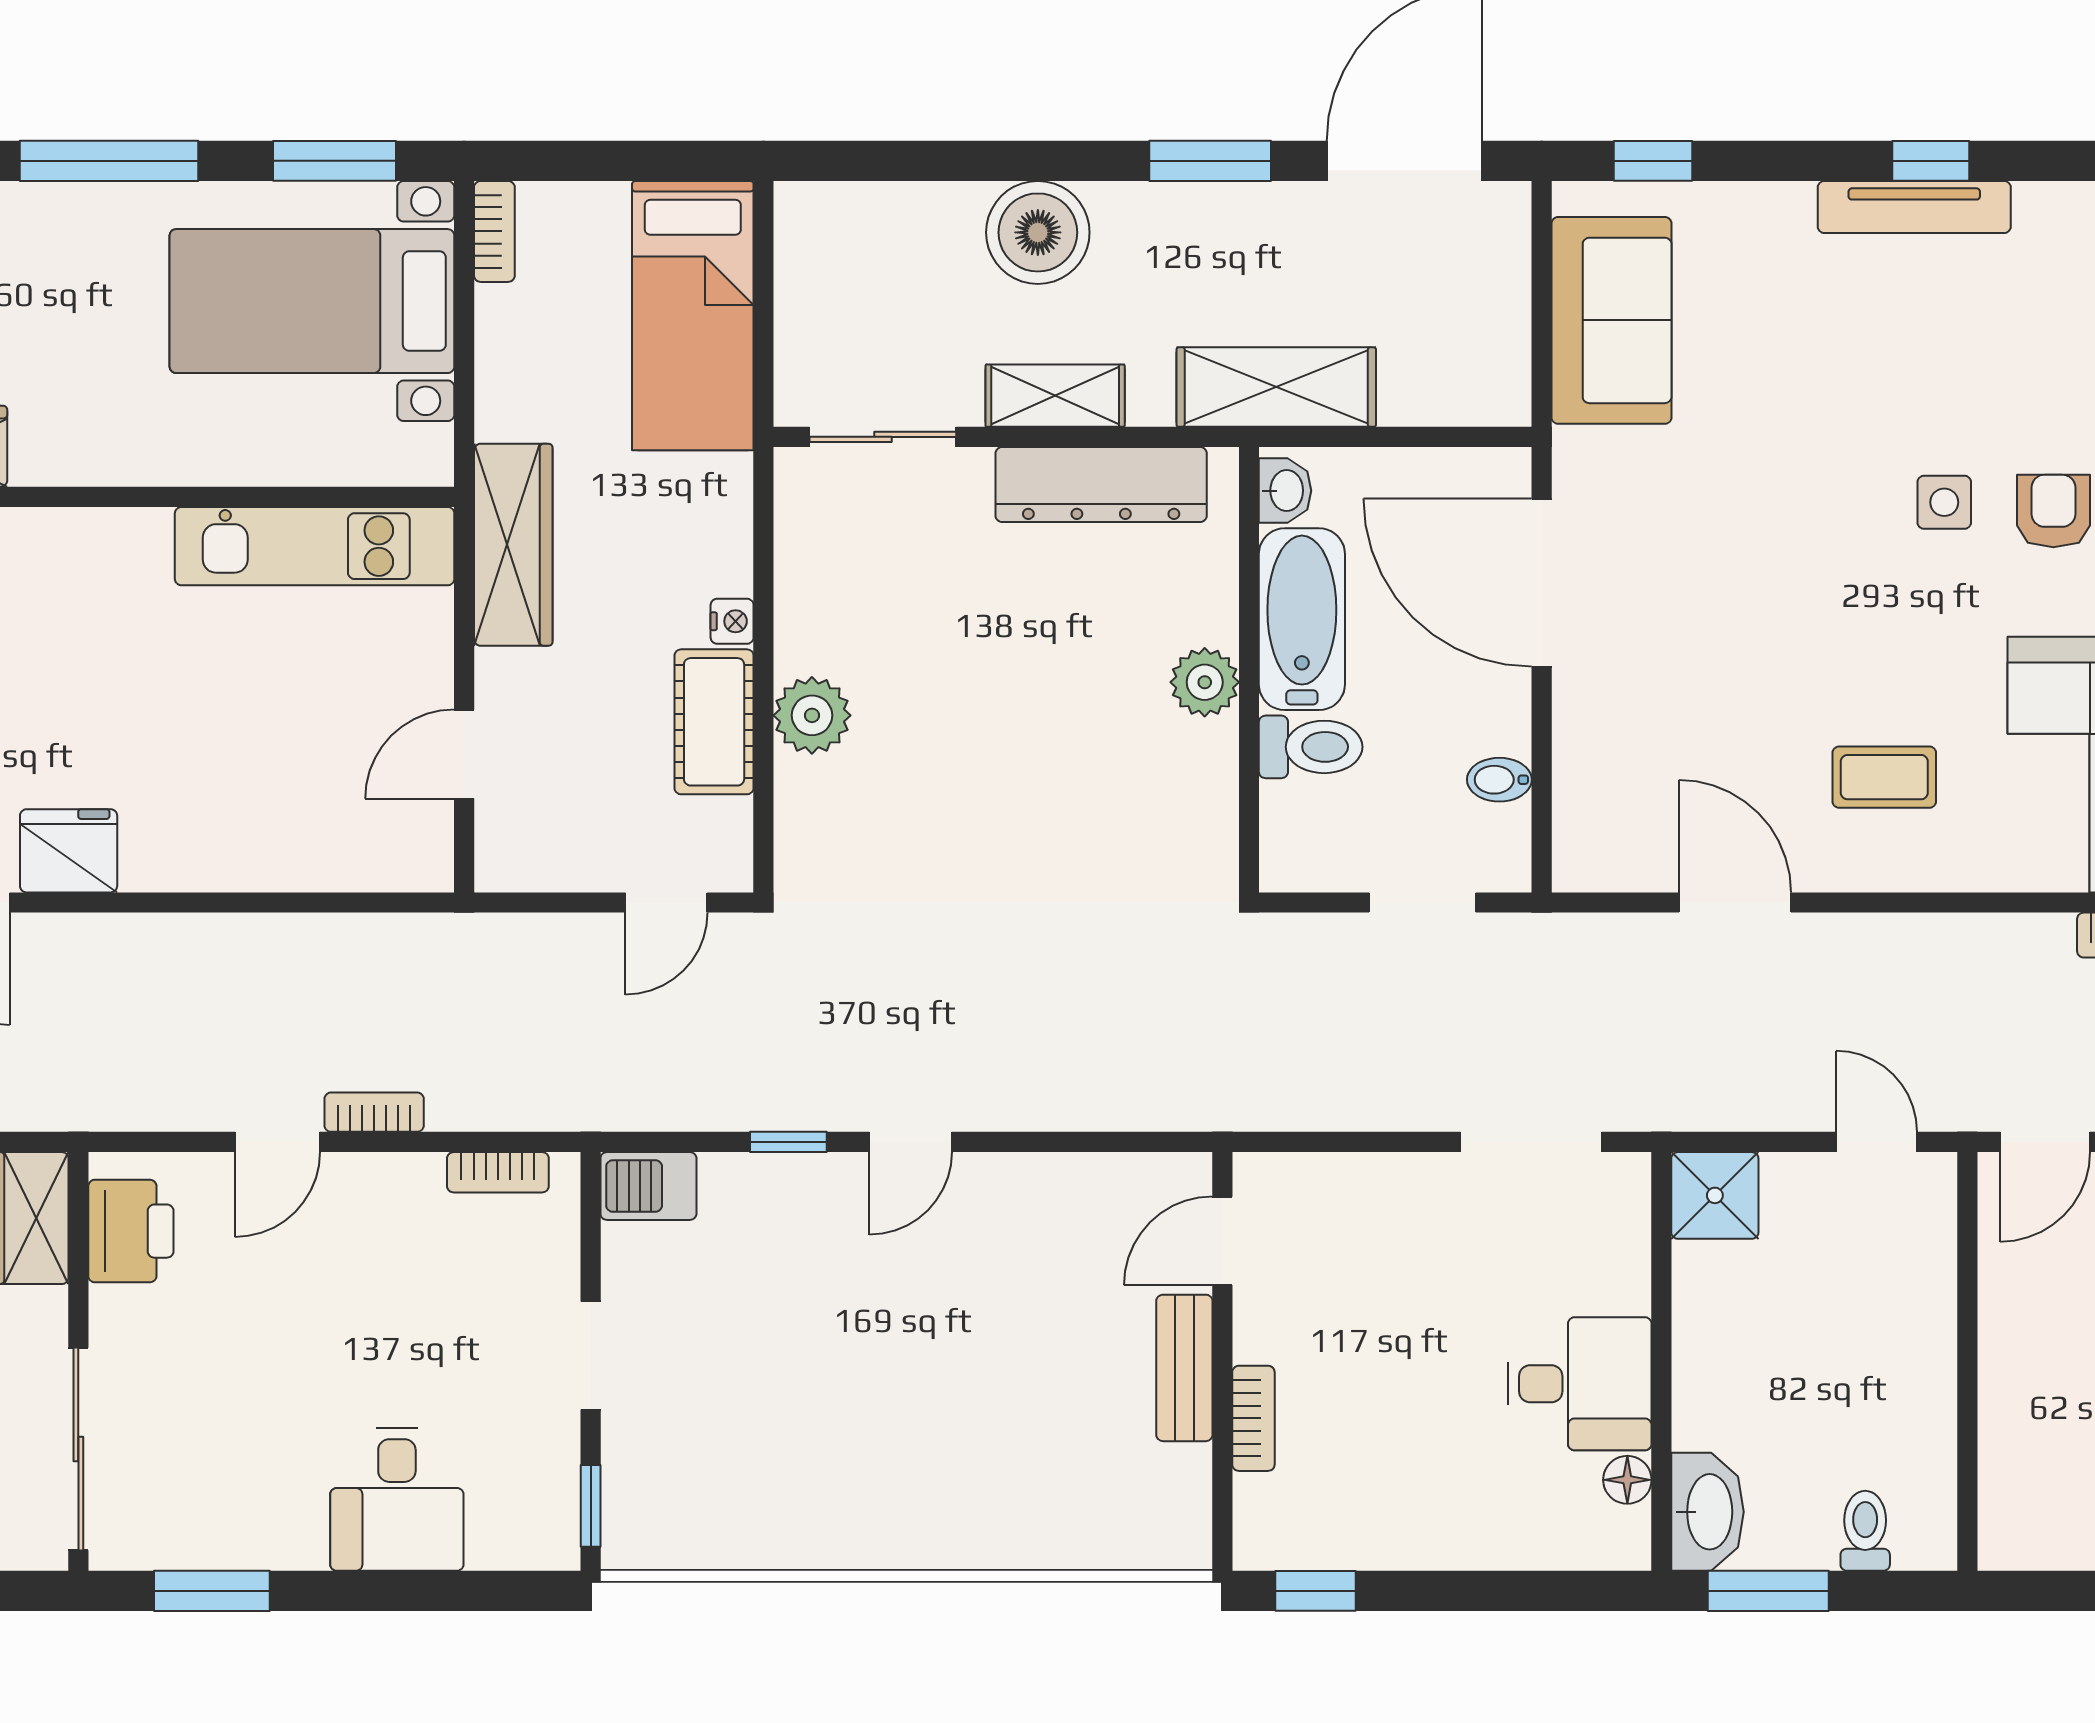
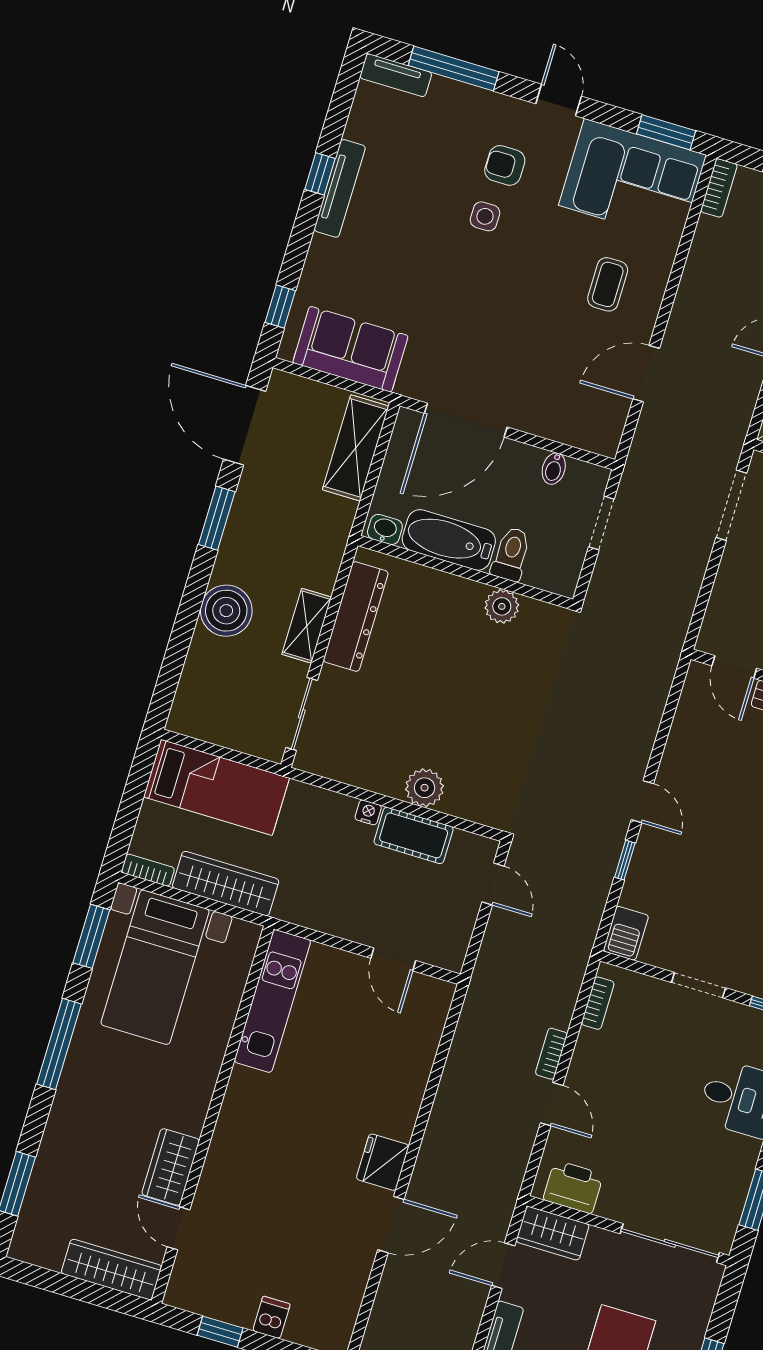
shelving: (1276, 387) -> (356, 448), moved
wardrobe: (513, 545) -> (226, 884), moved
plant: (1205, 682) -> (502, 606), moved

